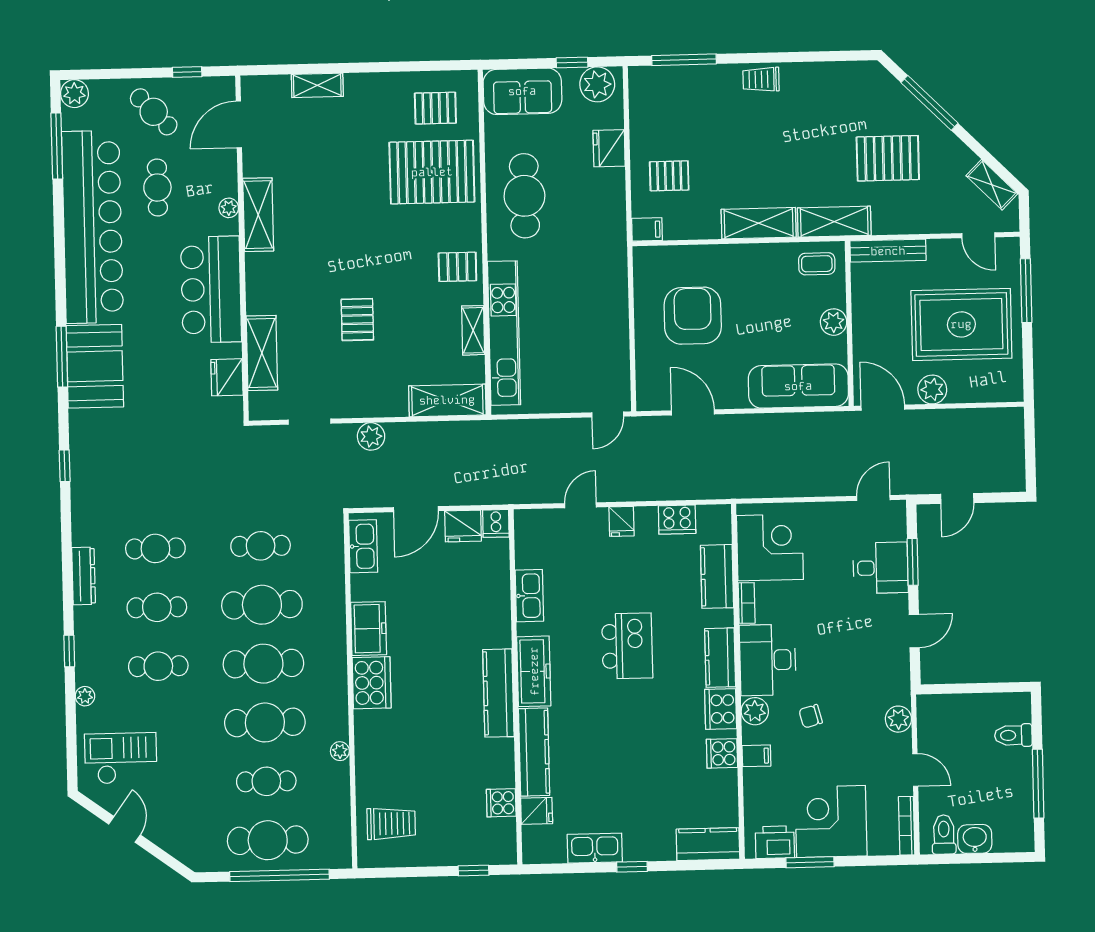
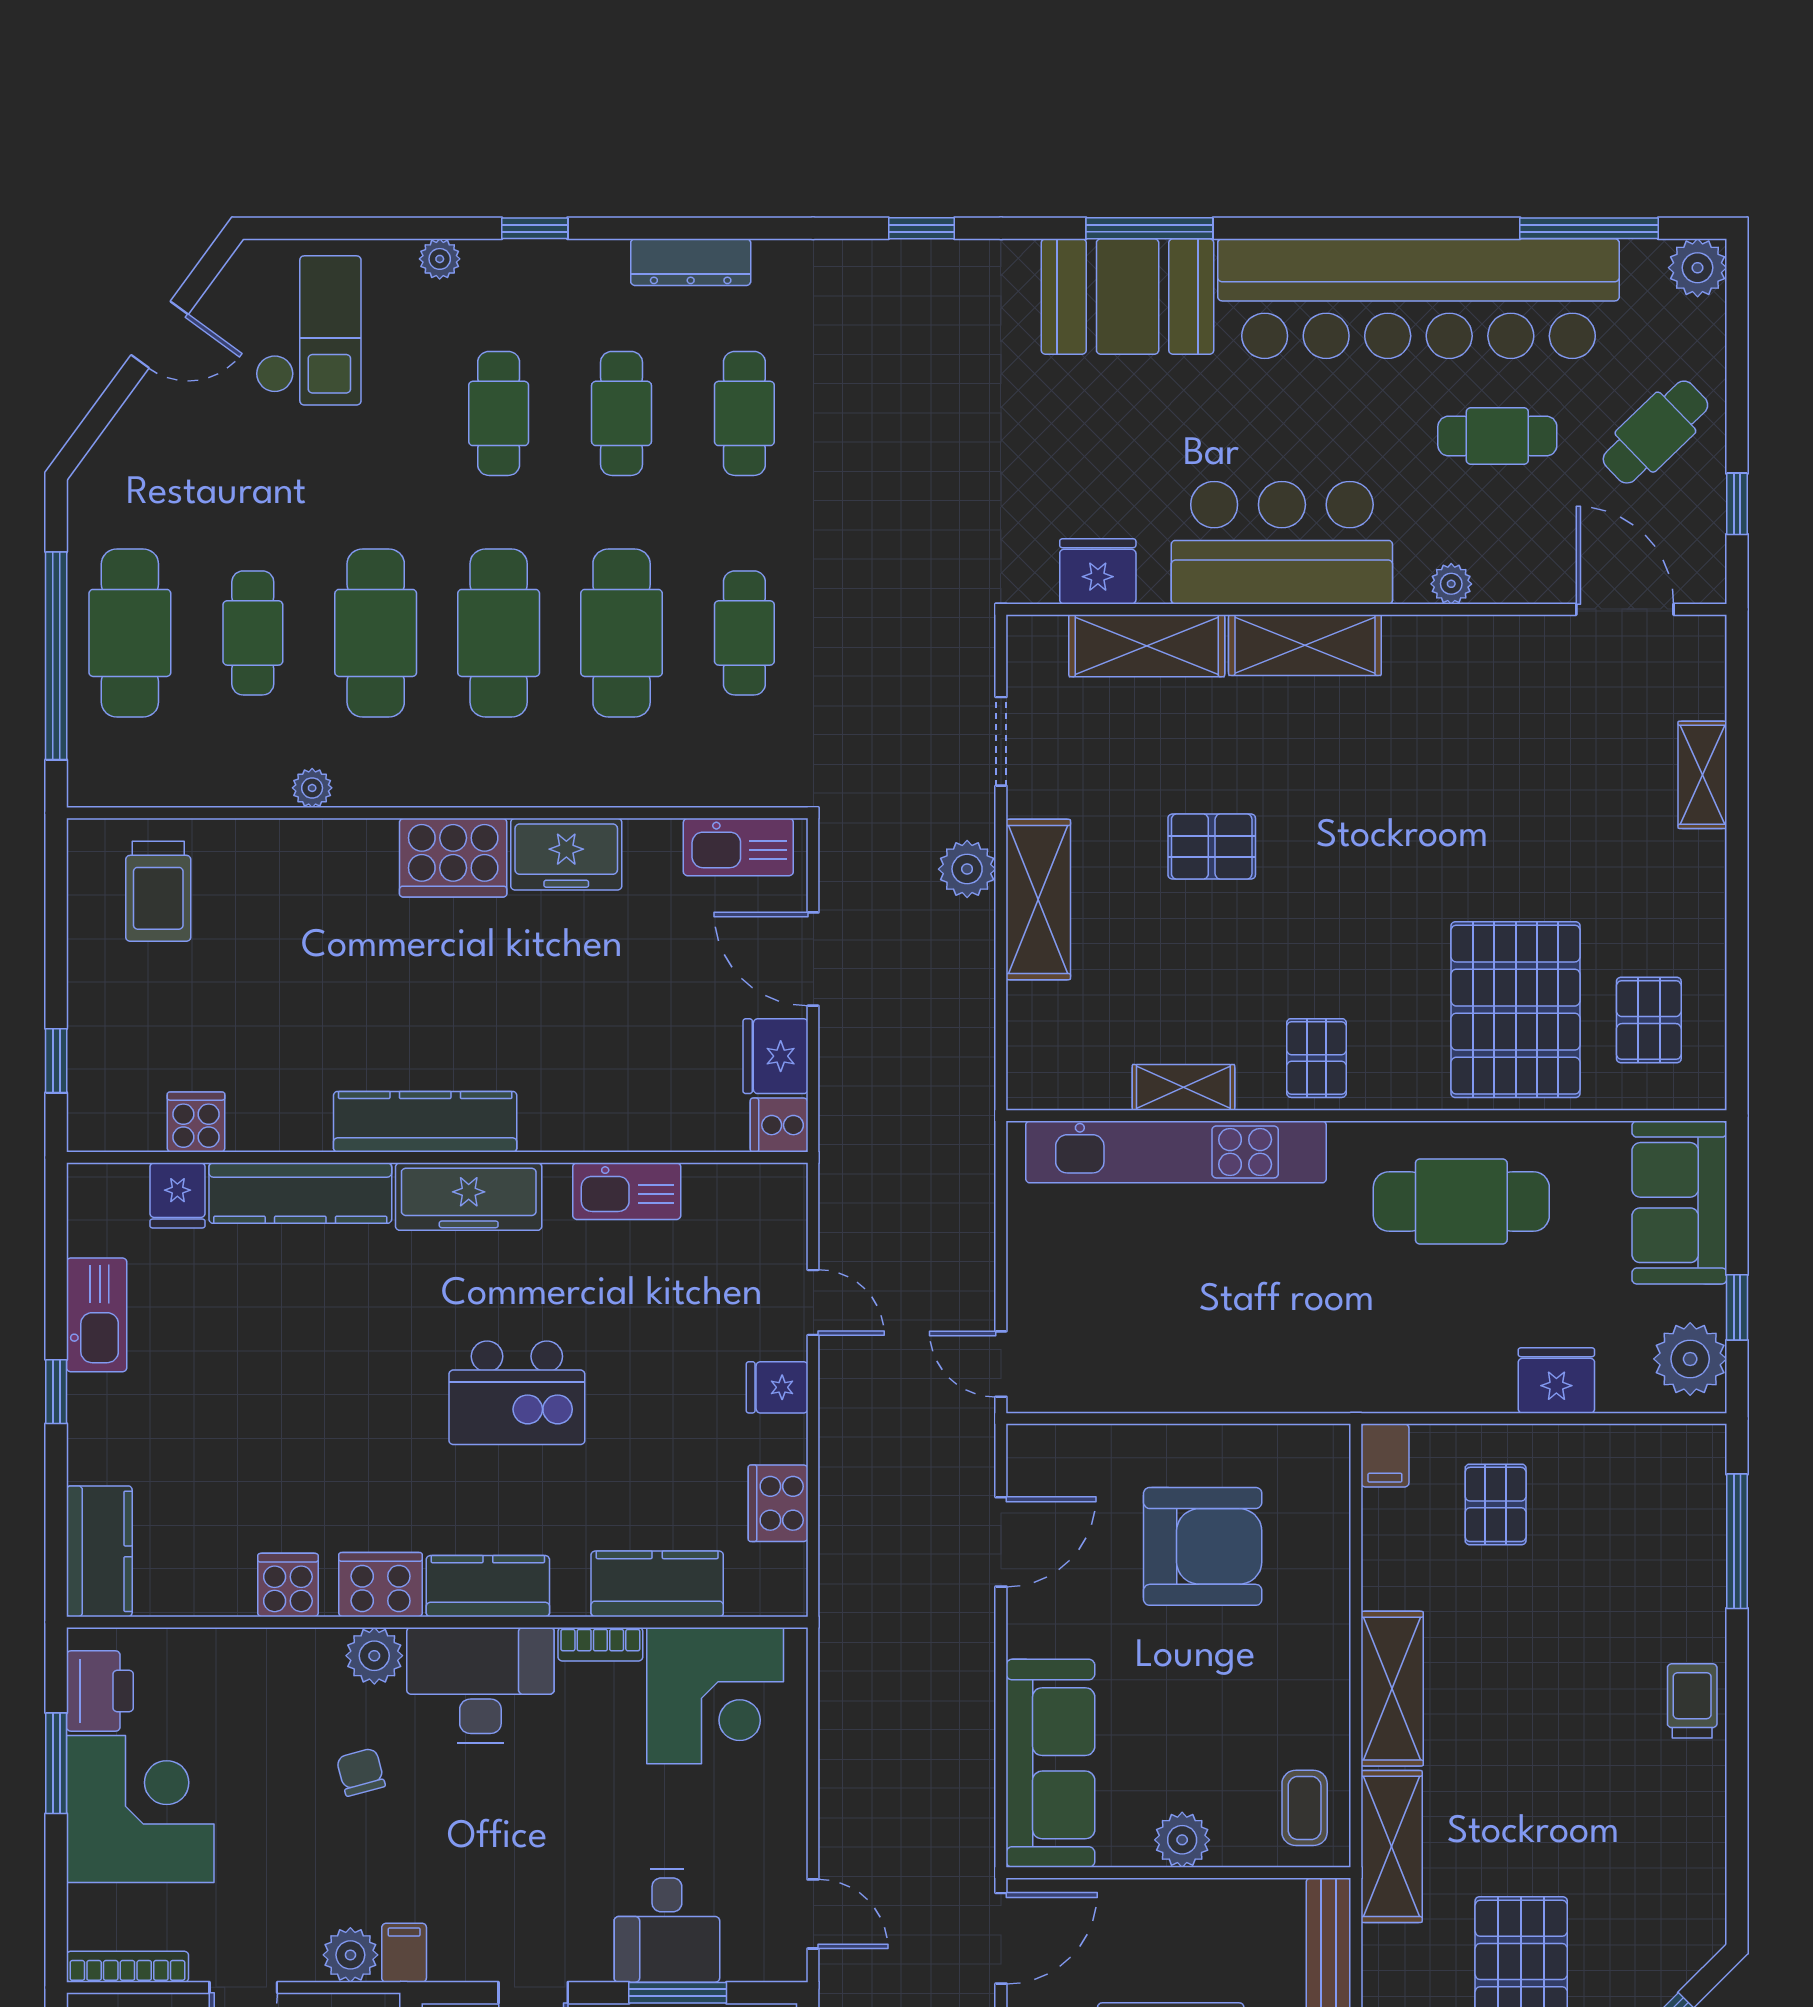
shelving: (258, 215) -> (1305, 645), moved
shelving: (447, 400) -> (1038, 900), moved
filing cabinet: (756, 756) -> (404, 1953), moved, turned 180

